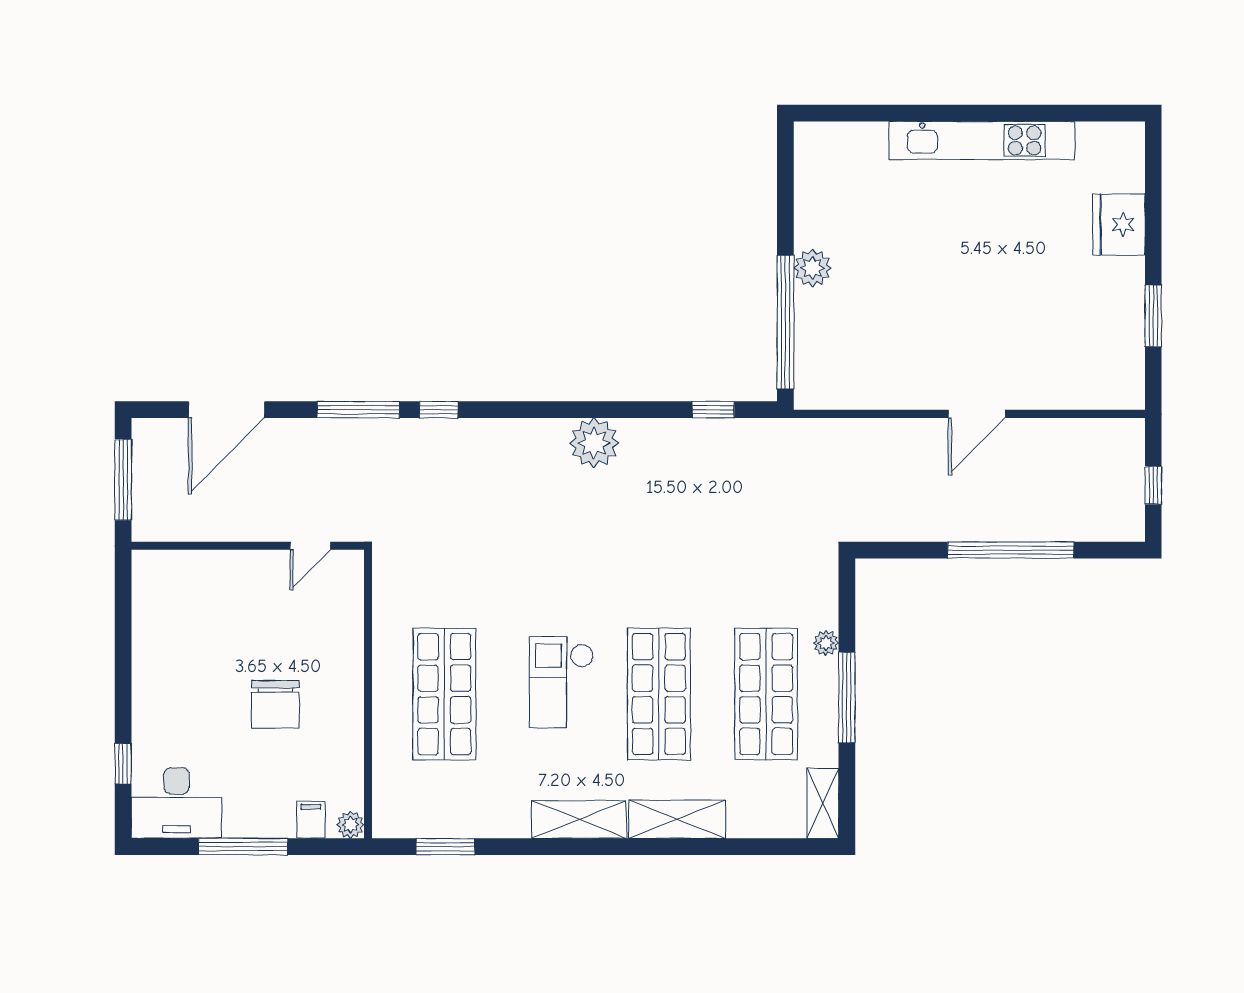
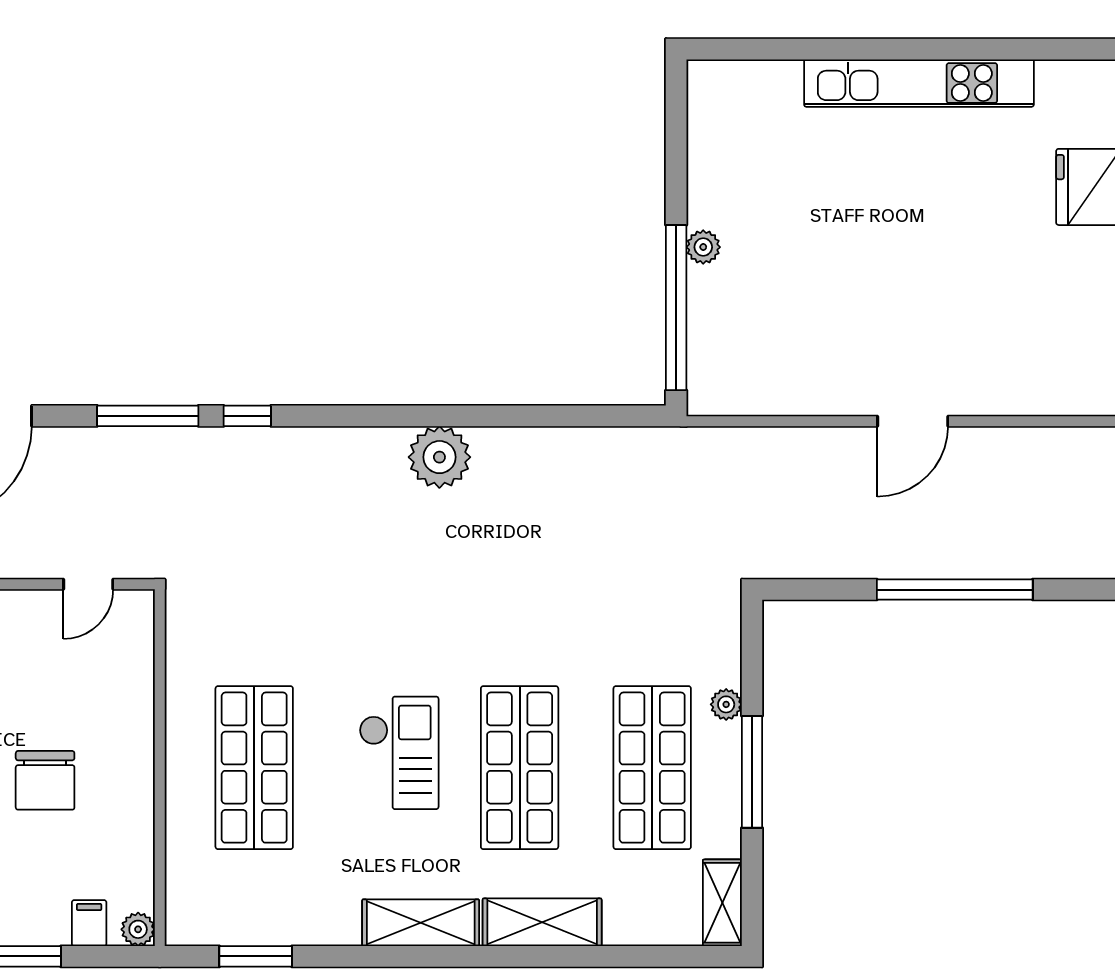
plant: (813, 268) -> (703, 247), width x0.73, depth x0.73
window: (713, 410) -> (587, 416), removed
checkout: (561, 682) -> (399, 753), turned 180

